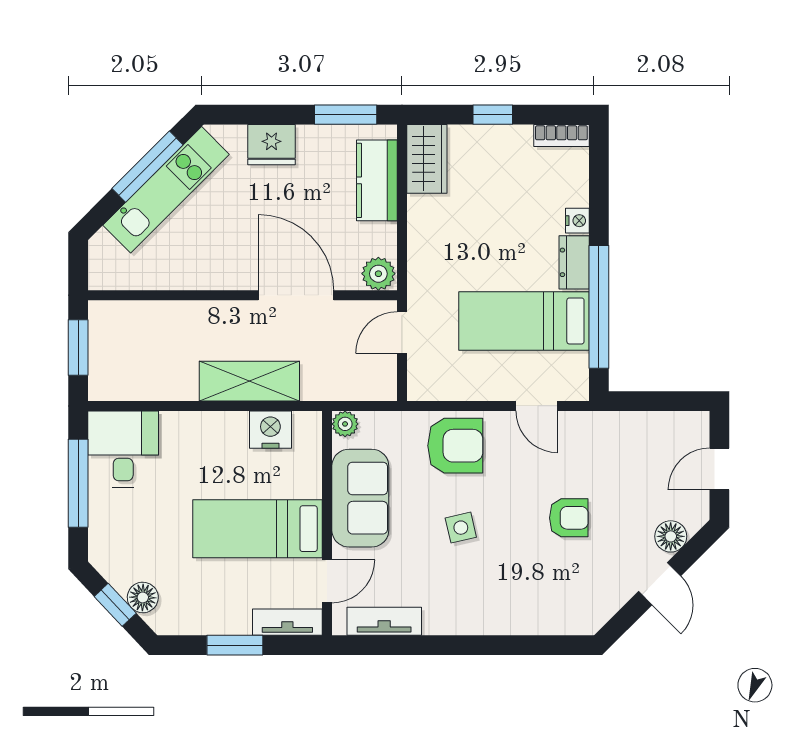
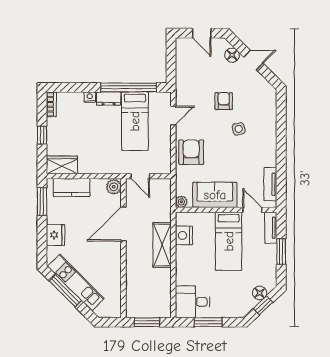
window: (78, 483) -> (208, 322), width x0.69
side table: (461, 528) -> (239, 129), moved

